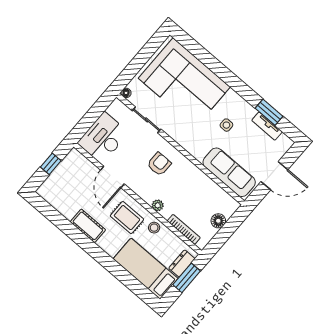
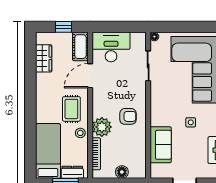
armchair: (159, 164) -> (128, 116), moved
sofa: (229, 172) -> (161, 145), width x0.73
wardrobe: (63, 204) -> (44, 58), added
plant: (158, 205) -> (102, 127), width x1.88, depth x1.88
cot: (88, 226) -> (80, 47), moved

